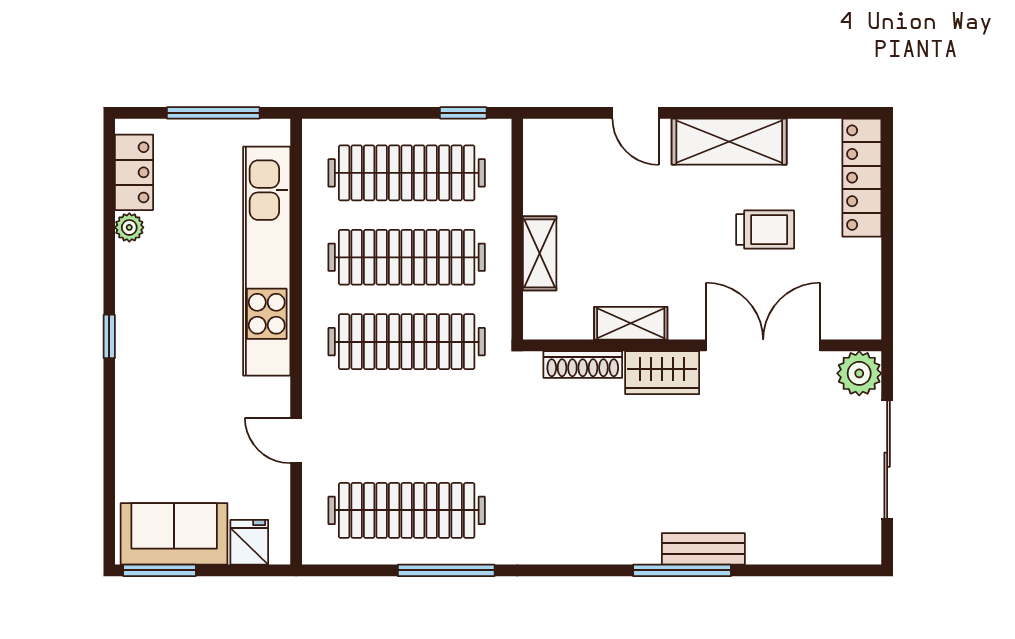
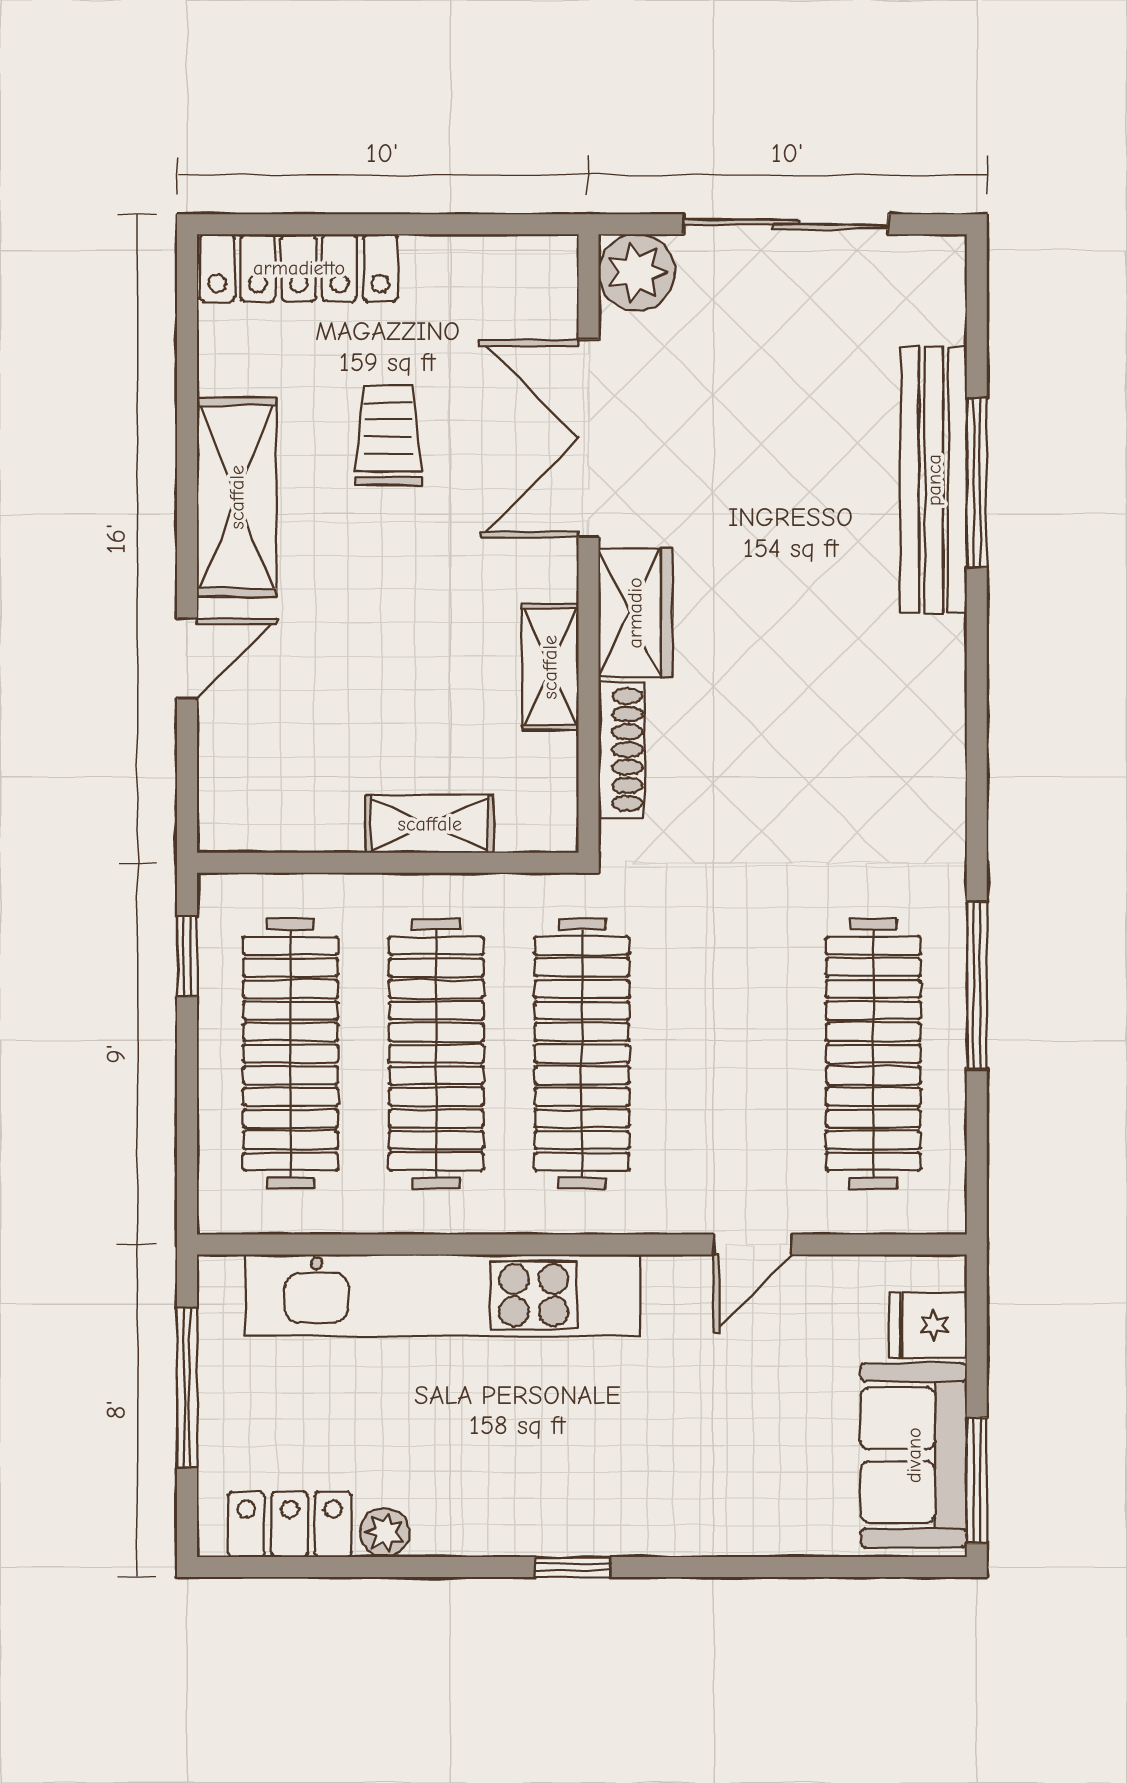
bench: (703, 549) -> (934, 480), width x1.86, depth x1.21
window: (682, 570) -> (977, 483), moved

